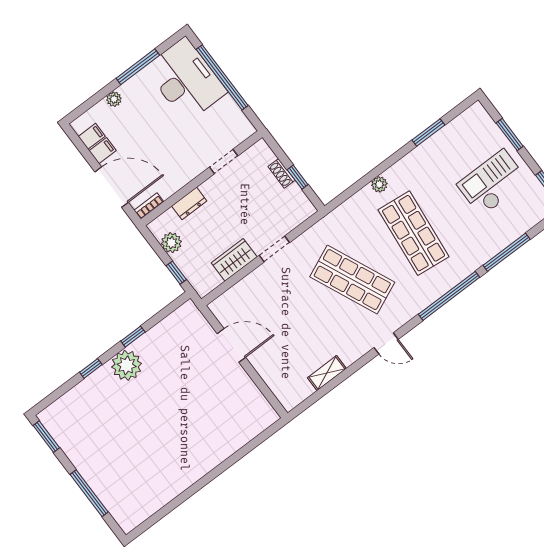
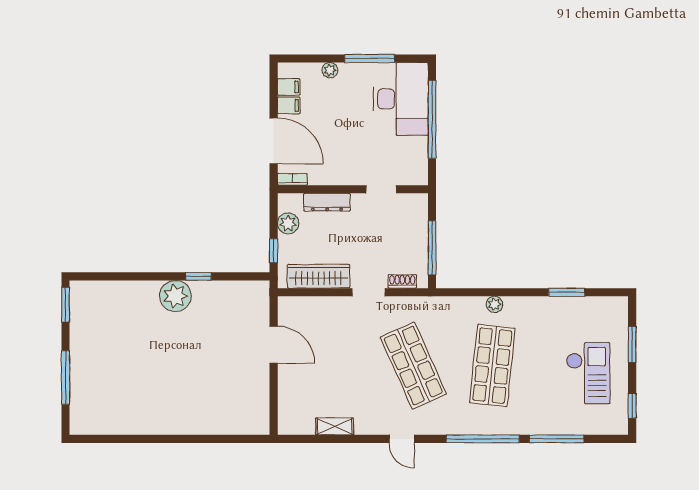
shoe rack: (281, 173) -> (402, 281), moved, turned 90
window: (298, 177) -> (432, 248), width x2.17
checkout: (492, 183) -> (588, 373), turned 90
dresser: (189, 203) -> (327, 202), width x1.44
wardrobe: (234, 260) -> (319, 276), width x1.50
window: (91, 368) -> (144, 276), removed

